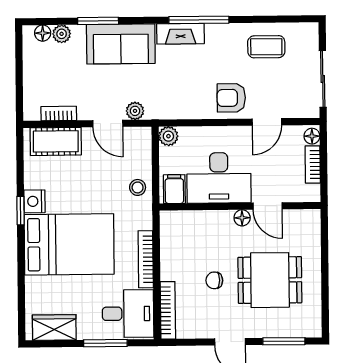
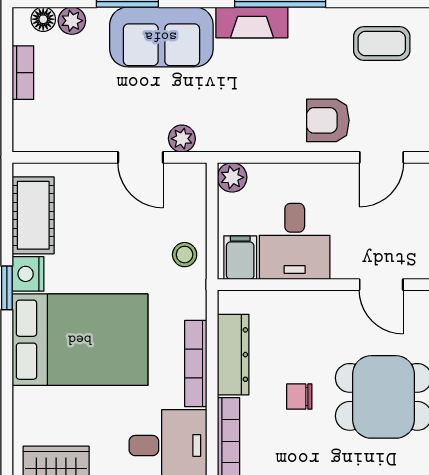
bookcase: (59, 114) -> (23, 73), moved, turned 90
cot: (56, 141) -> (33, 215), moved, turned 90
desk: (219, 178) -> (295, 241), width x0.73
floor lamp: (242, 218) -> (342, 302), removed
dresser: (170, 253) -> (233, 355), added

